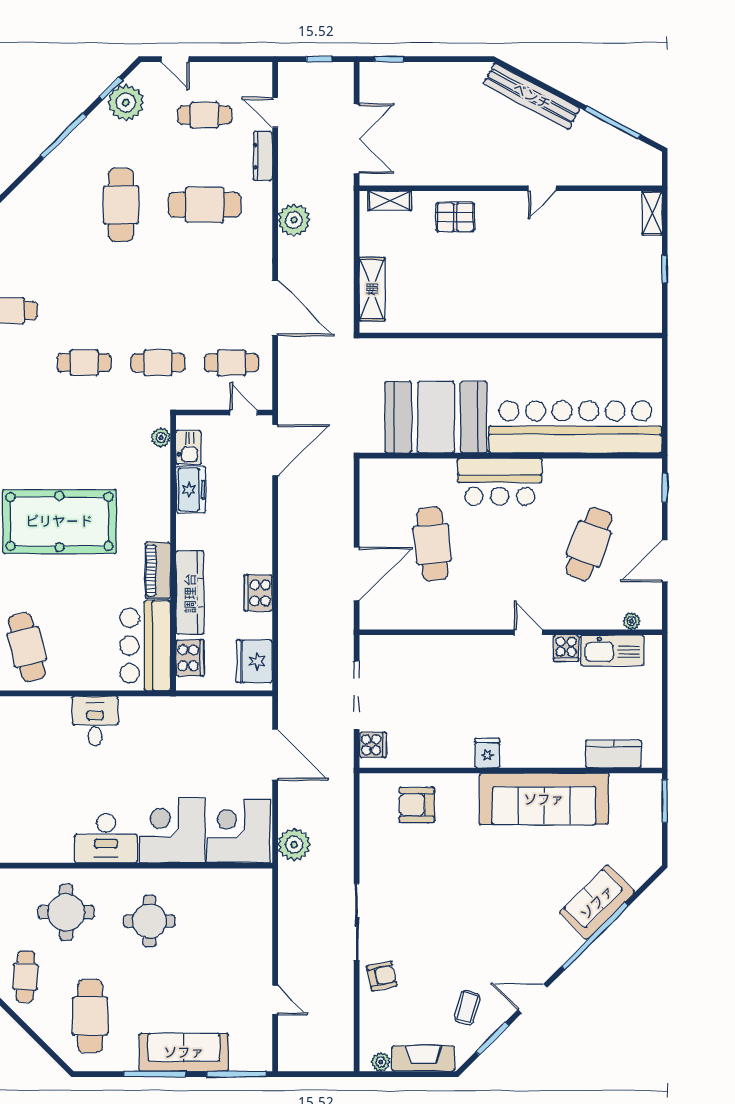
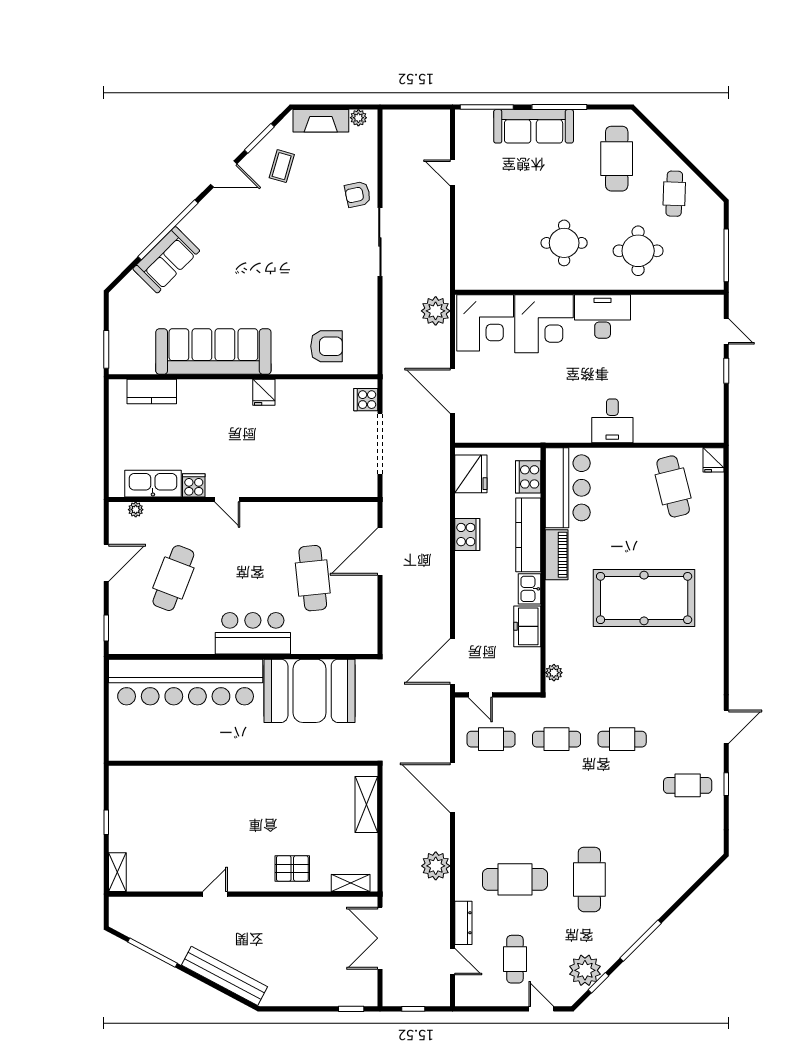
cafe table: (205, 115) -> (515, 959), turned 90
kitchen sink: (188, 447) -> (530, 589), moved

